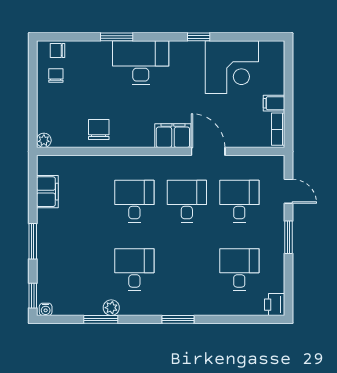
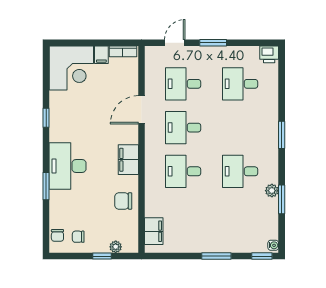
corner desk: (232, 67) -> (71, 68), moved, turned 90
window: (33, 104) -> (102, 256), added
filing cabinet: (173, 136) -> (128, 160), moved
plant: (44, 140) -> (116, 247), moved
filing cabinet: (47, 192) -> (154, 231), moved, turned 90

